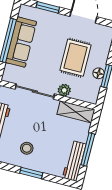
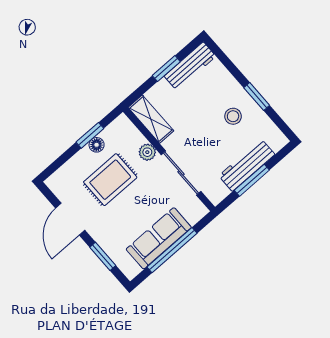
window: (88, 149) -> (166, 69), width x0.69
window: (31, 173) -> (257, 96), moved

